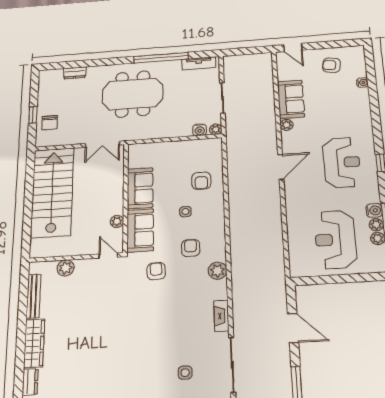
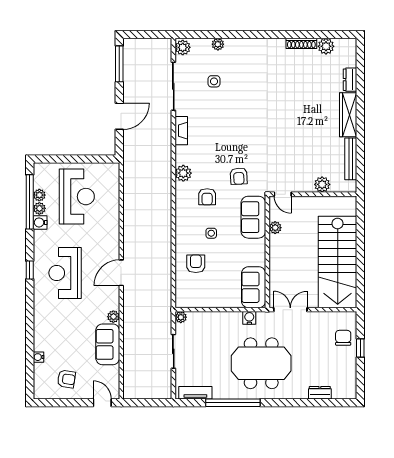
water cooler: (200, 130) -> (249, 318), moved
sofa: (140, 188) -> (254, 287), moved
door: (293, 328) -> (119, 116), swing flipped

